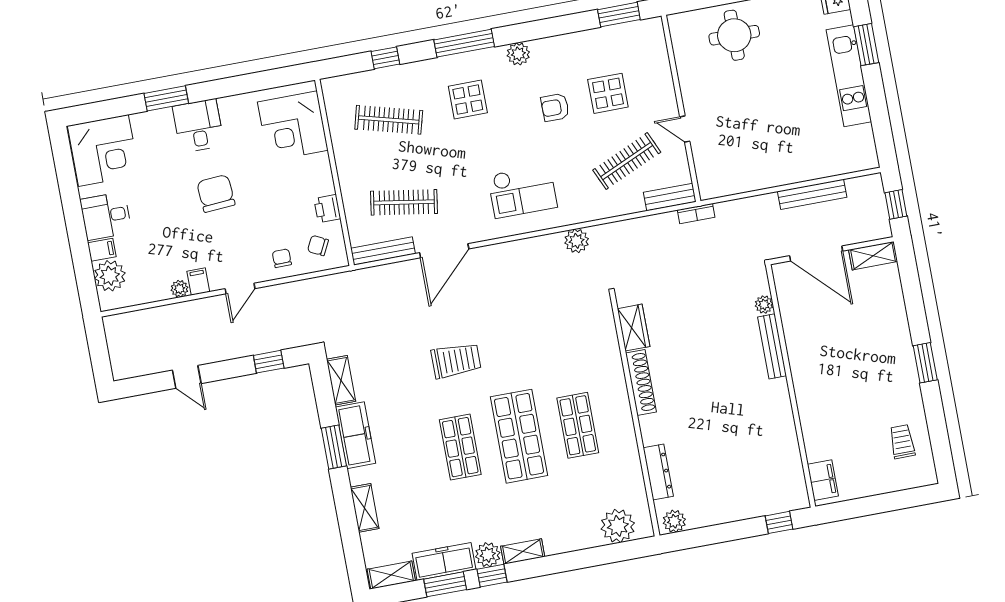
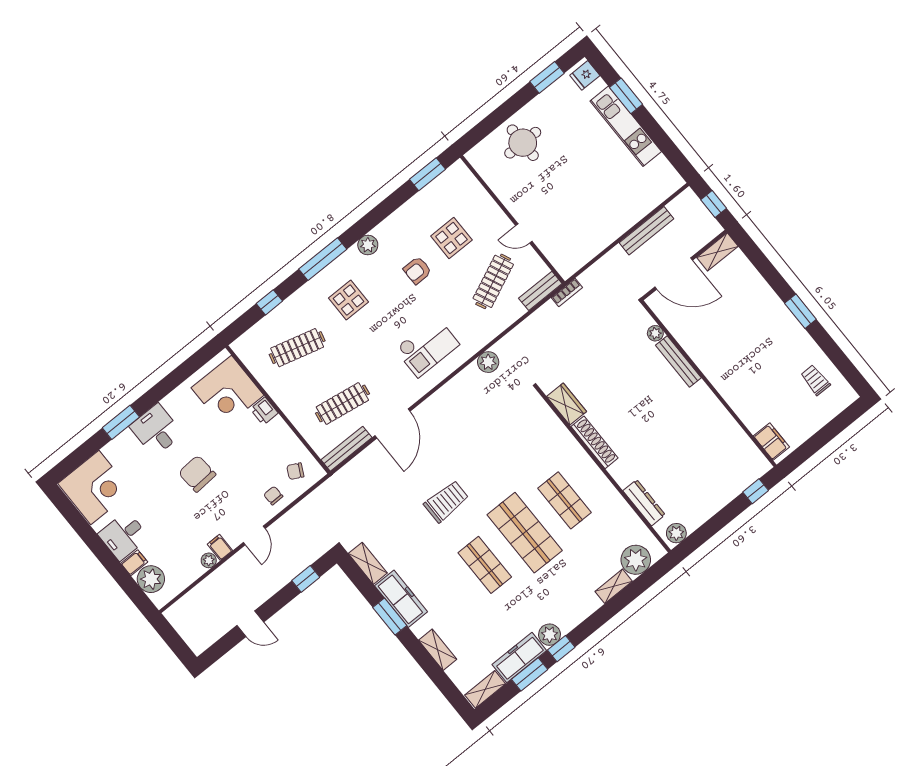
printer: (327, 209) -> (264, 411), moved
shelving: (523, 552) -> (614, 586), moved

